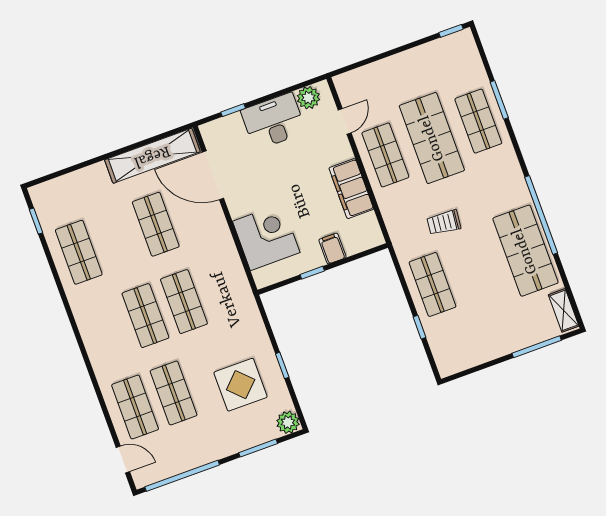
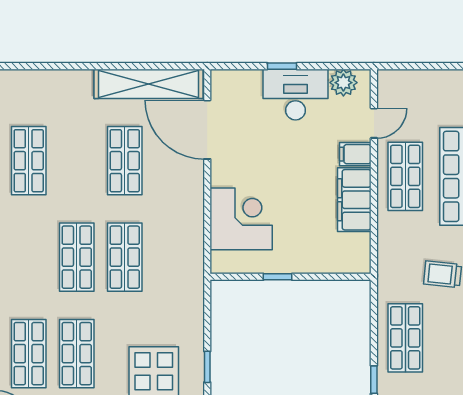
window: (233, 110) -> (282, 66), moved
filing cabinet: (332, 249) -> (355, 154), moved, turned -90

